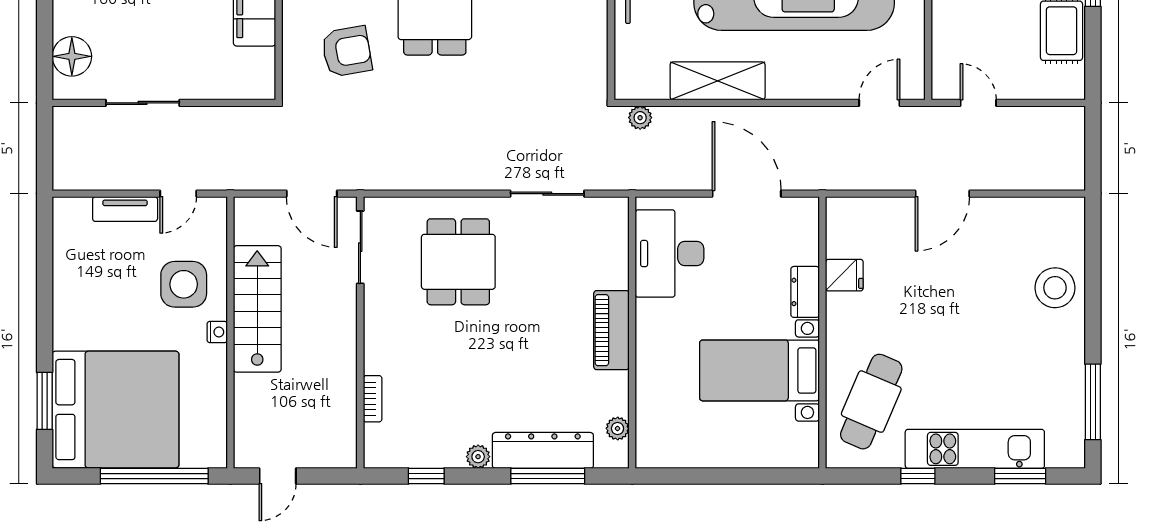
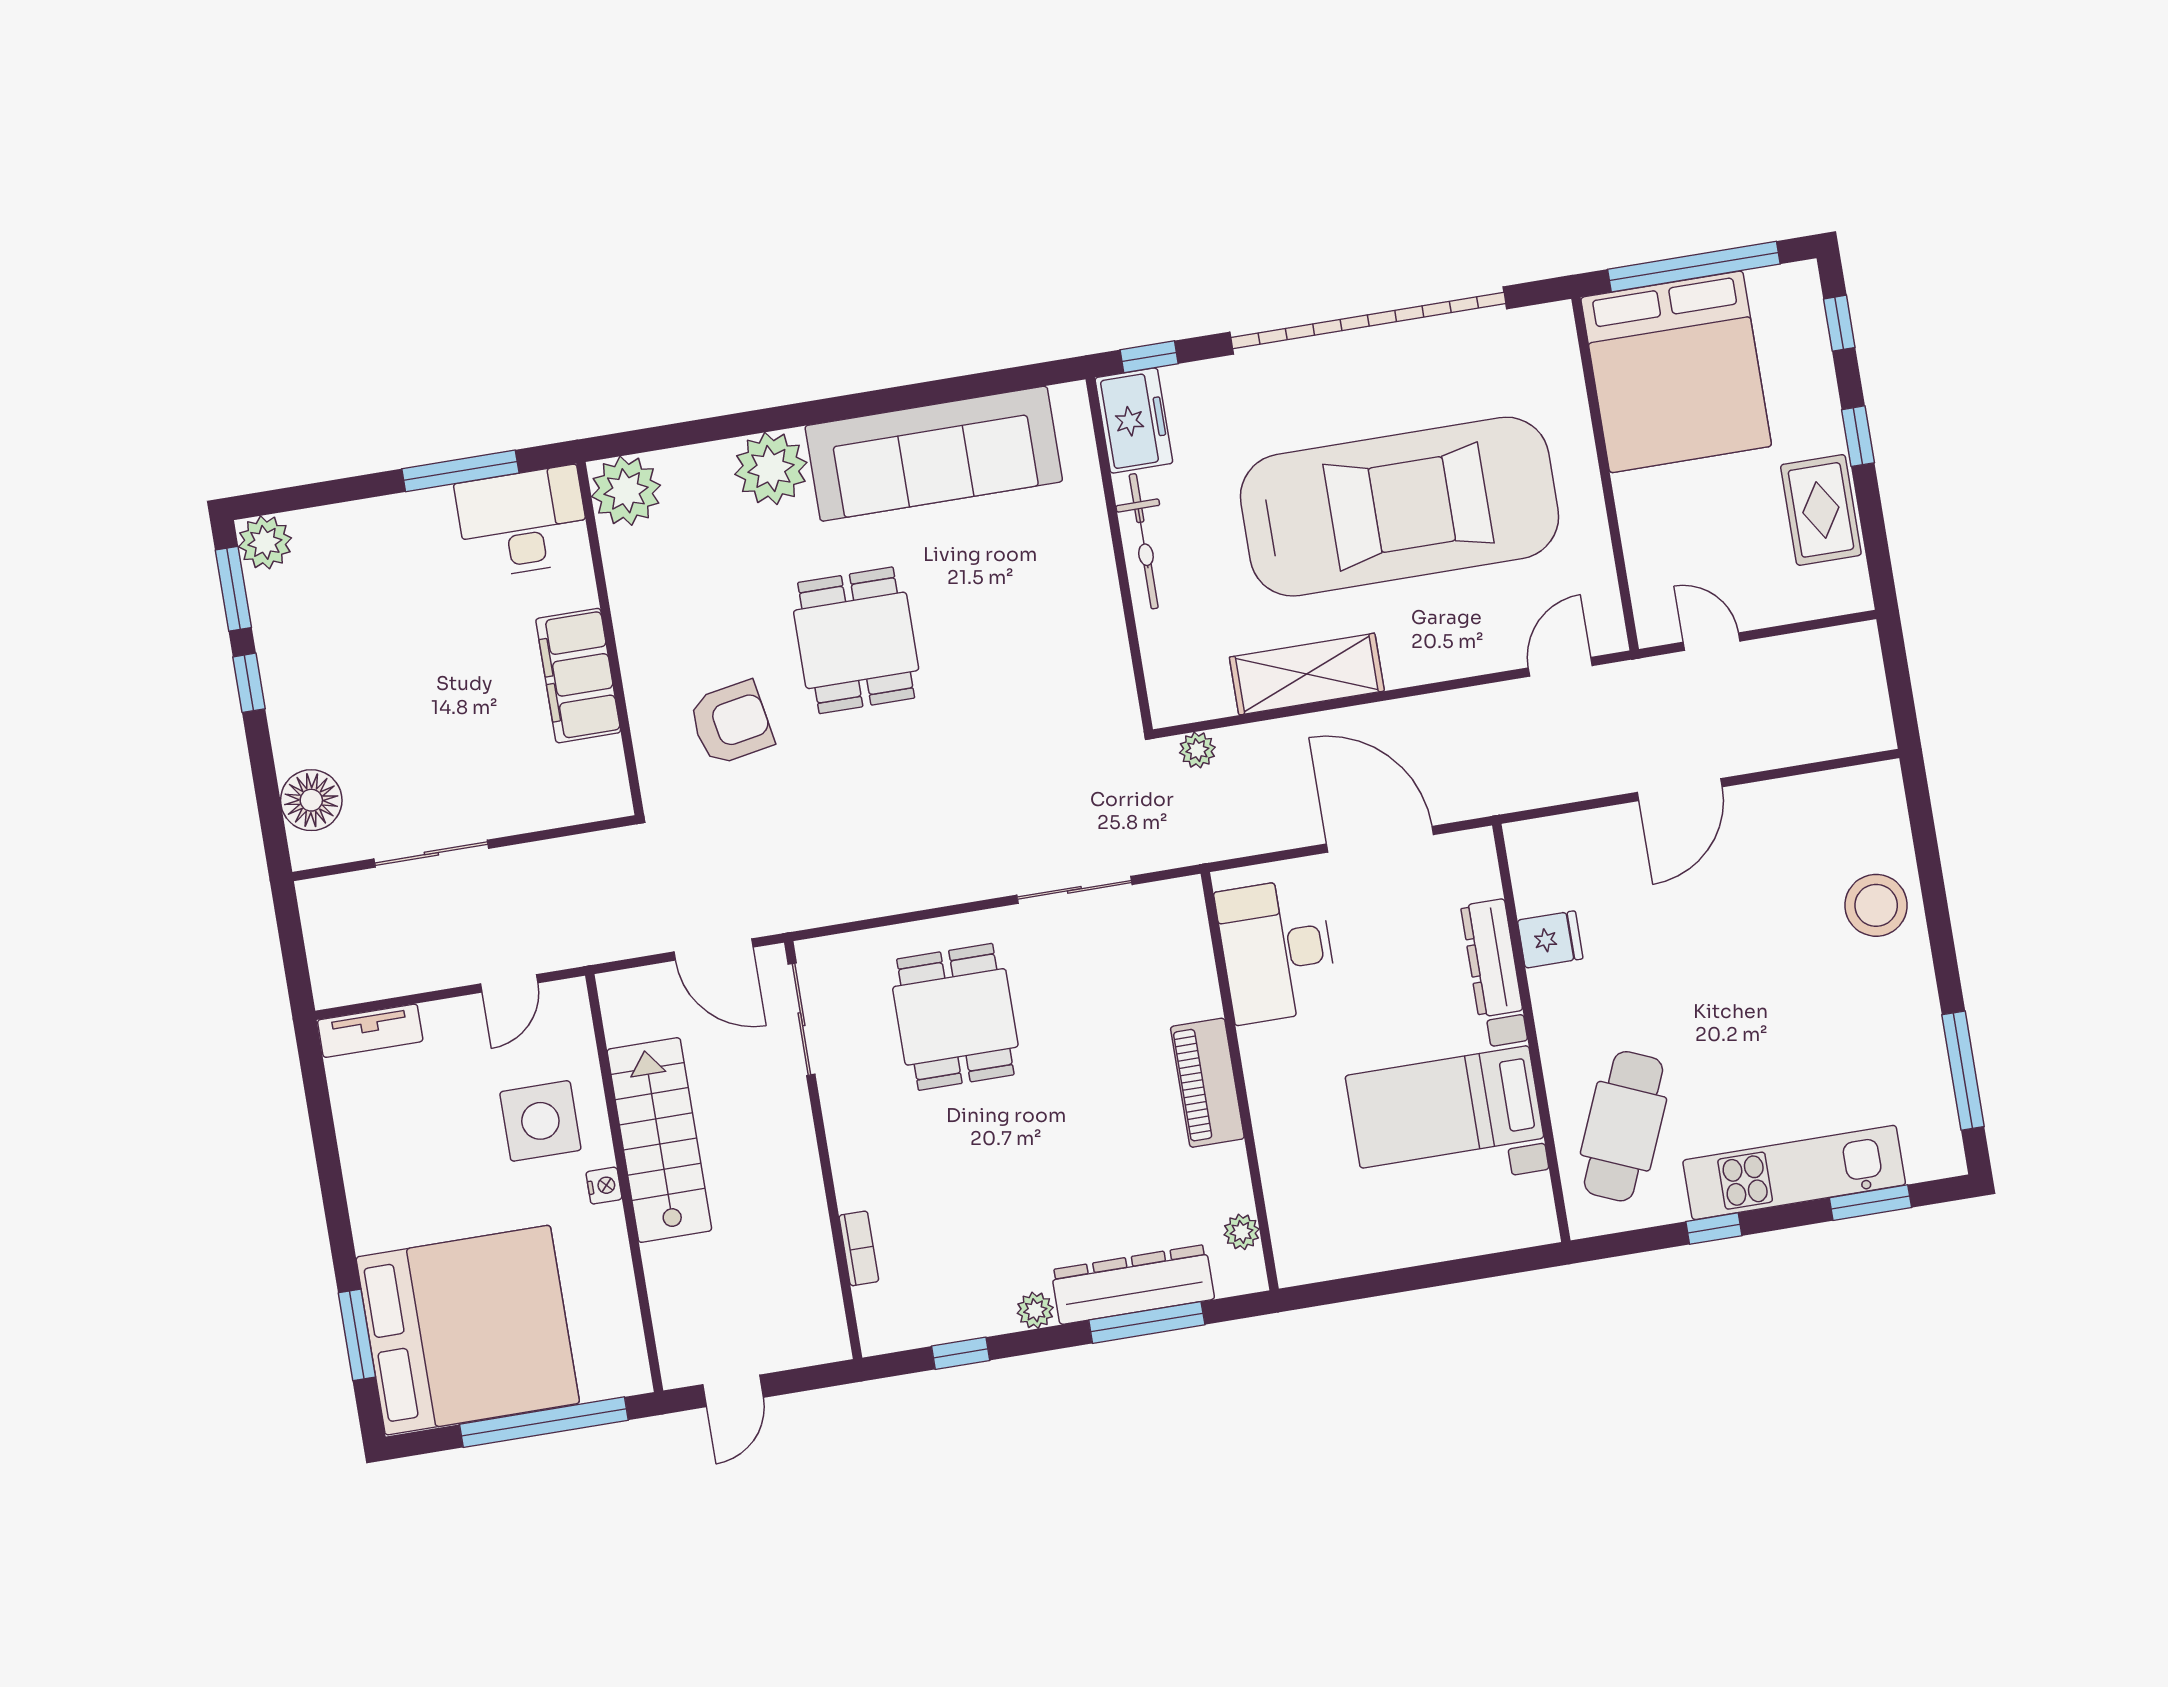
tv unit: (125, 209) -> (370, 1031), moved
dresser: (805, 292) -> (1492, 958), width x1.44

